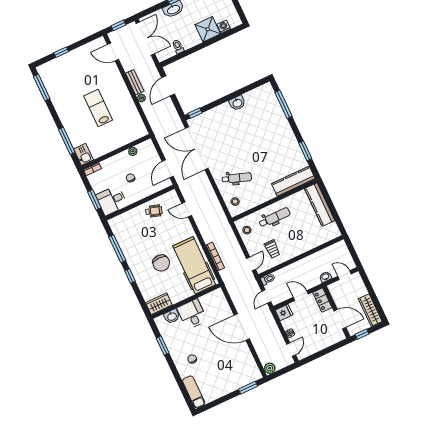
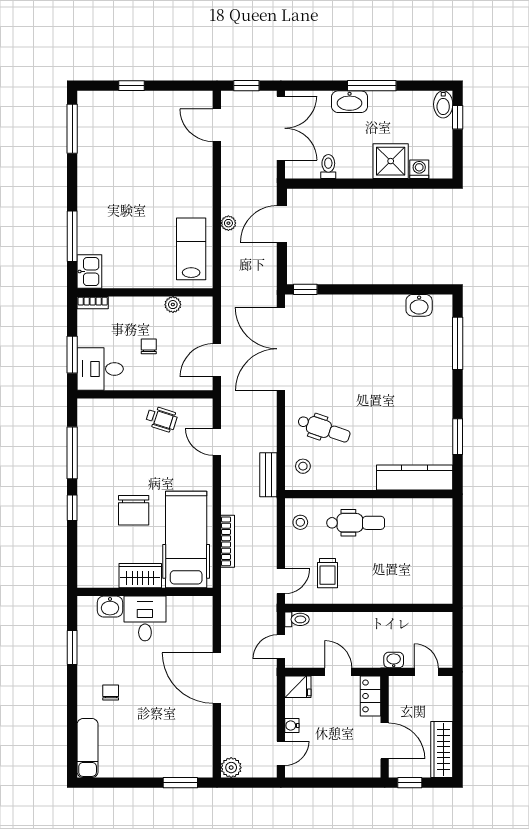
bench: (135, 82) -> (268, 475), moved
washbasin: (237, 103) -> (419, 305), moved
lab bench: (98, 108) -> (191, 249), moved
kitchen counter: (320, 205) -> (440, 536), removed
wardrobe: (159, 304) -> (140, 576), moved

